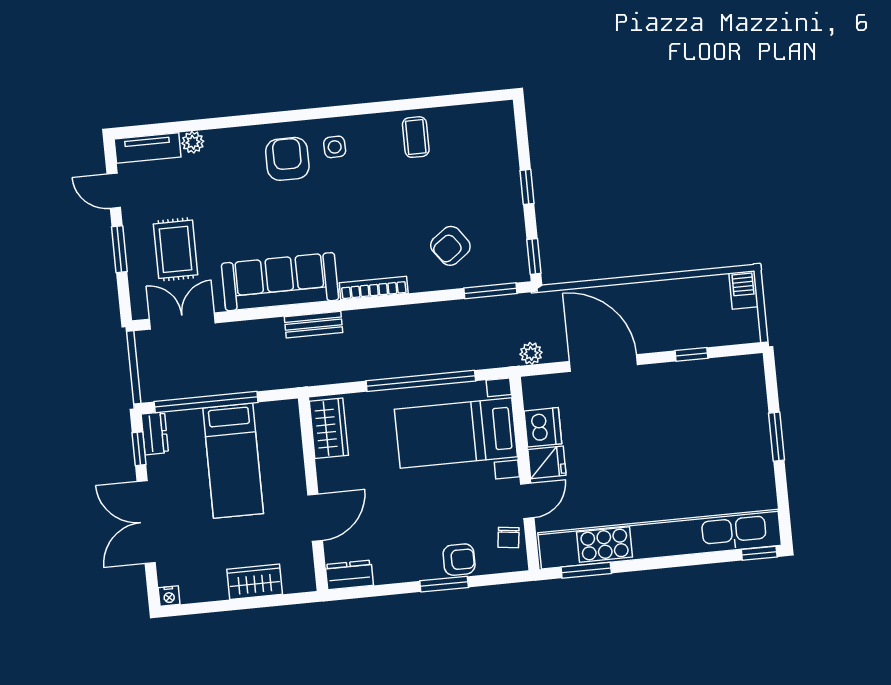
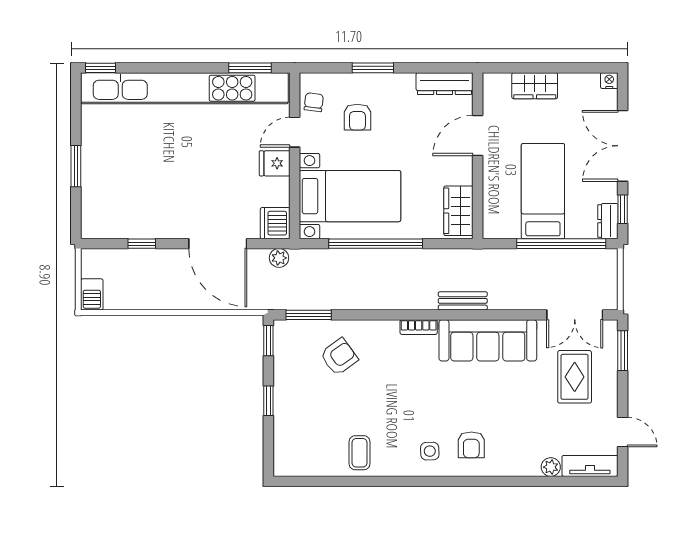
armchair: (287, 159) -> (471, 445), width x0.72, depth x0.72
window: (119, 249) -> (623, 351), moved
bookcase: (374, 288) -> (419, 327), width x0.64
dishwasher: (543, 427) -> (275, 223), moved
double door: (146, 522) -> (623, 146), swing flipped
armchair: (459, 560) -> (357, 117), moved, turned -90
dresser: (349, 575) -> (444, 84), width x1.44

